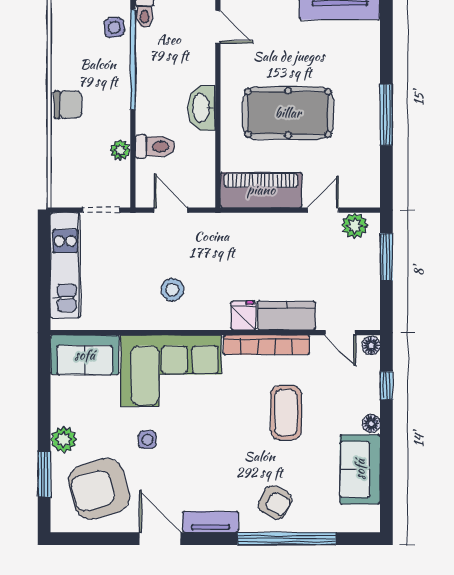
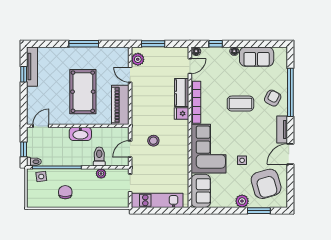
chair: (68, 105) -> (65, 192), moved
stool: (172, 290) -> (153, 141), moved
coffee table: (286, 413) -> (240, 104), moved

